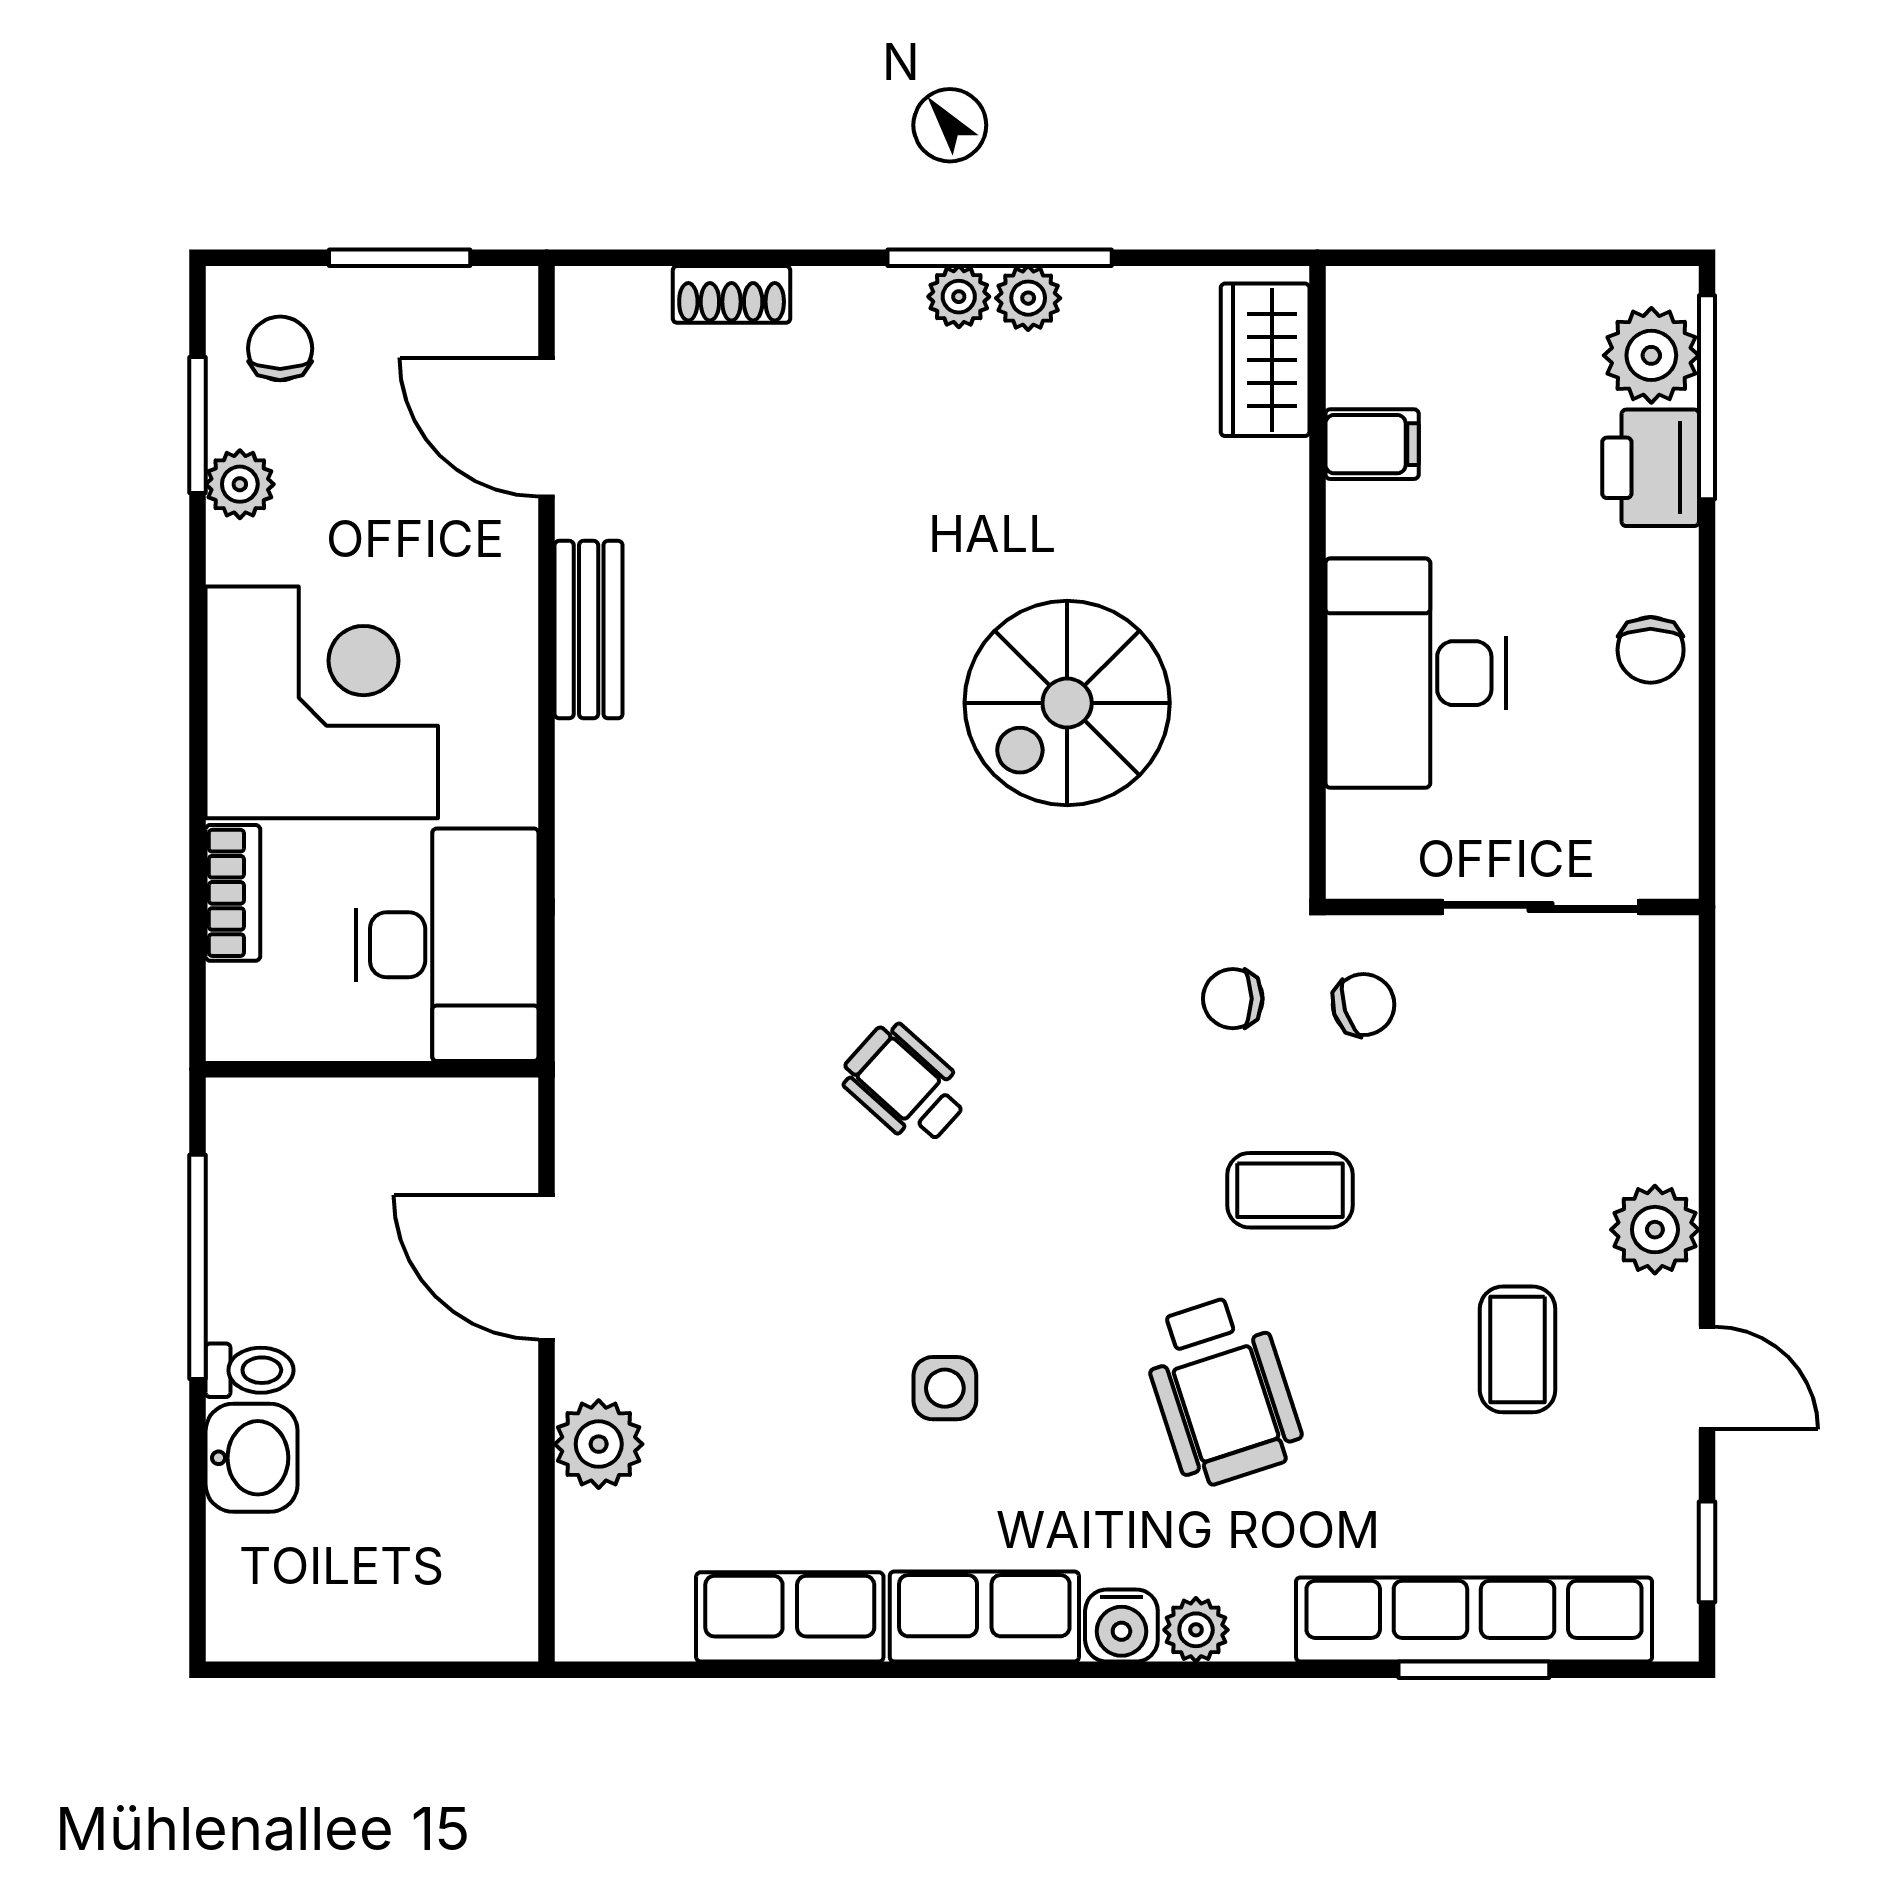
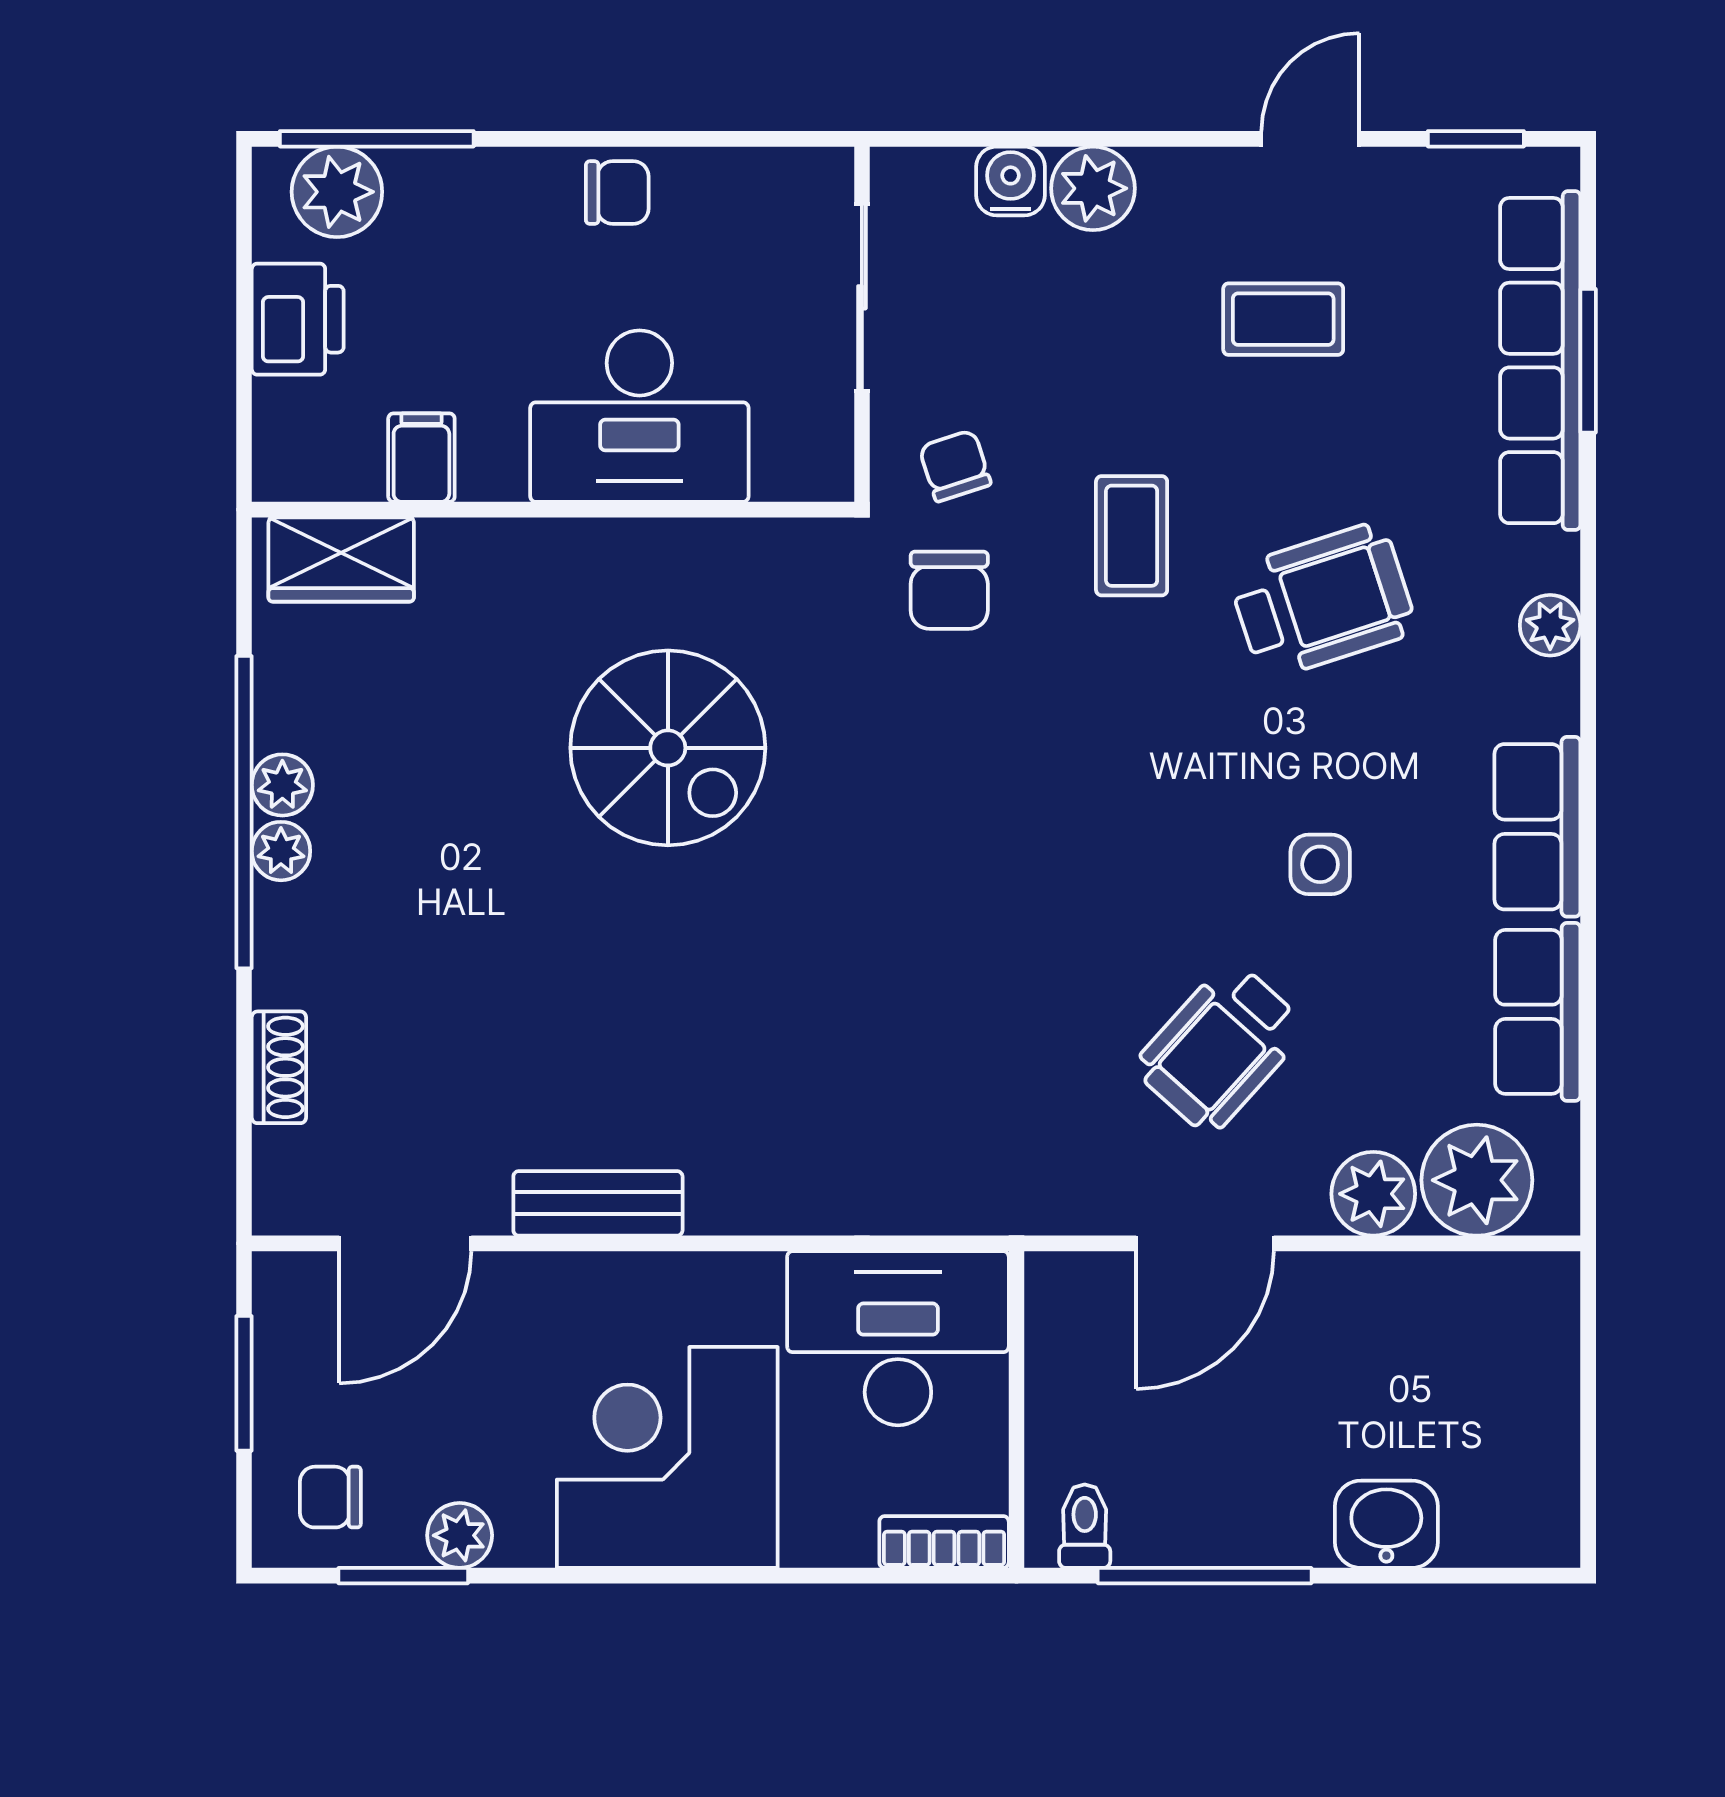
window: (1000, 258) -> (244, 812), width x1.46
printer: (1651, 468) -> (298, 319), moved, turned -90
bookcase: (233, 893) -> (944, 1542), moved
chair: (1233, 999) -> (949, 590), width x1.37, depth x1.37
wheelchair: (905, 1085) -> (1220, 1047), moved, width x1.36, depth x1.37
plant: (1655, 1230) -> (1093, 188), moved
toilet: (250, 1370) -> (1085, 1526), moved
plant: (613, 1553) -> (1477, 1180), added
water cooler: (1121, 1625) -> (1011, 181), moved, turned -90

